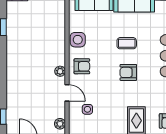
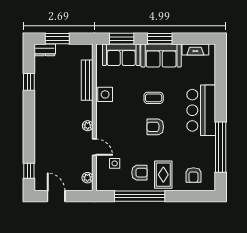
bench: (60, 25) -> (87, 80), added
armchair: (82, 66) -> (139, 173), moved

